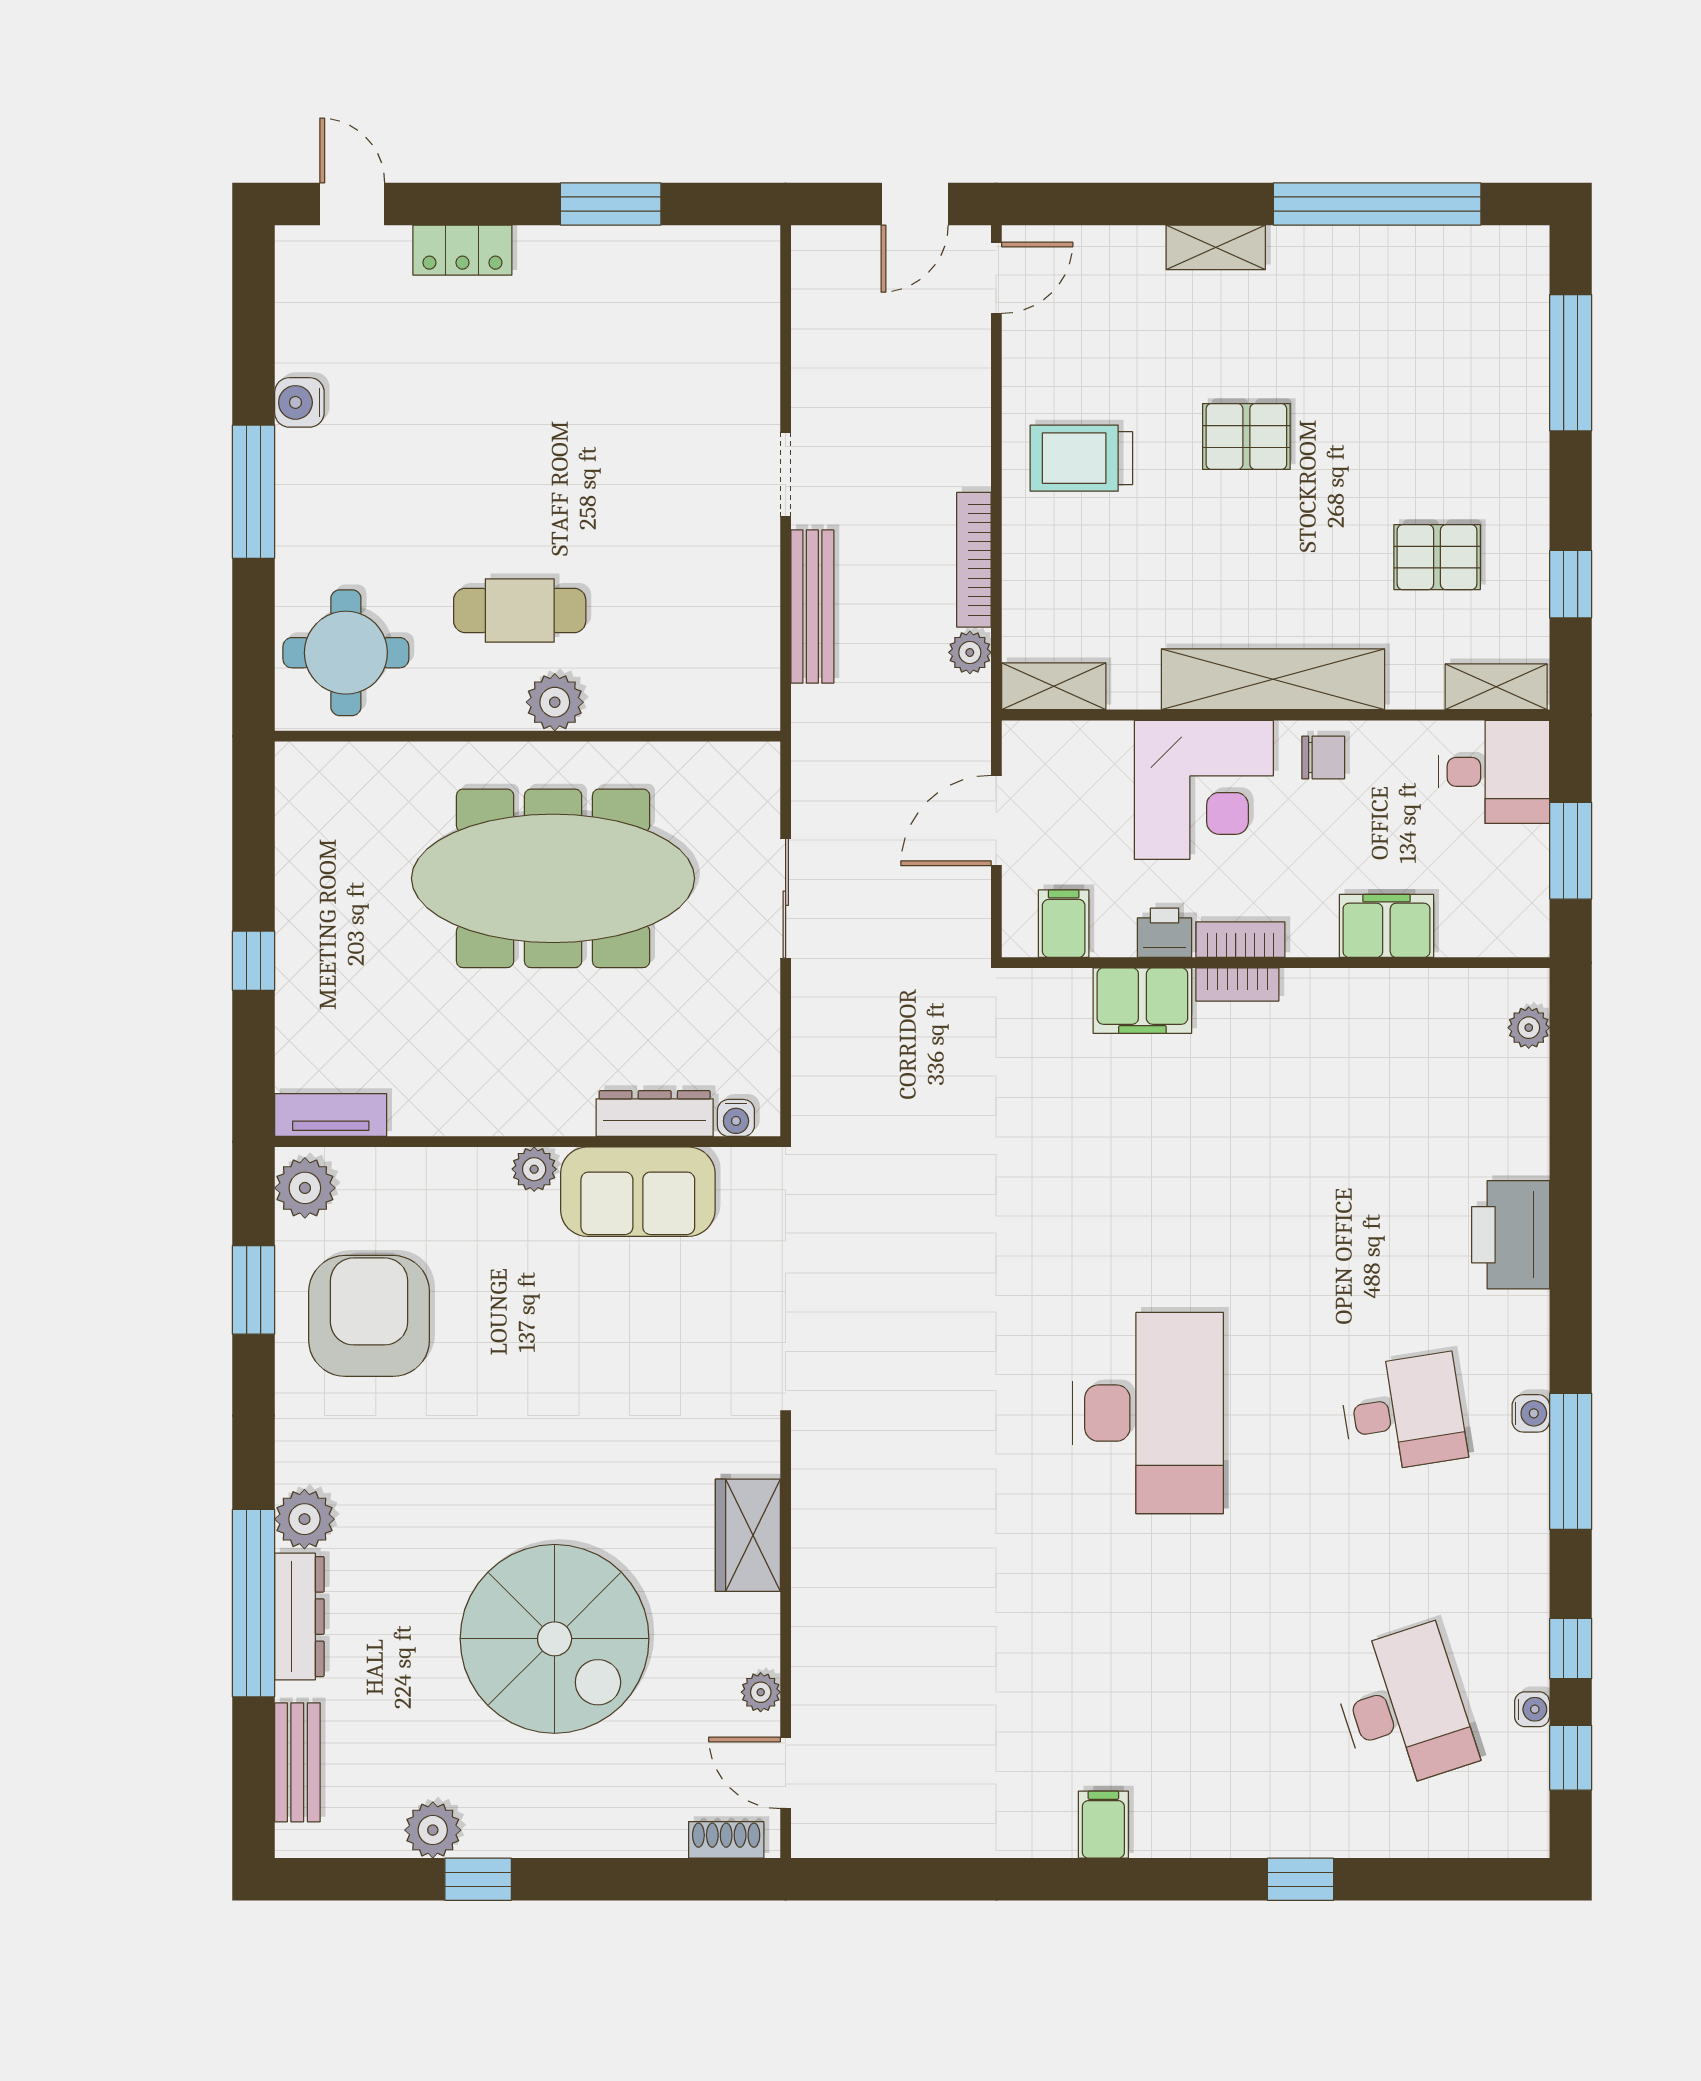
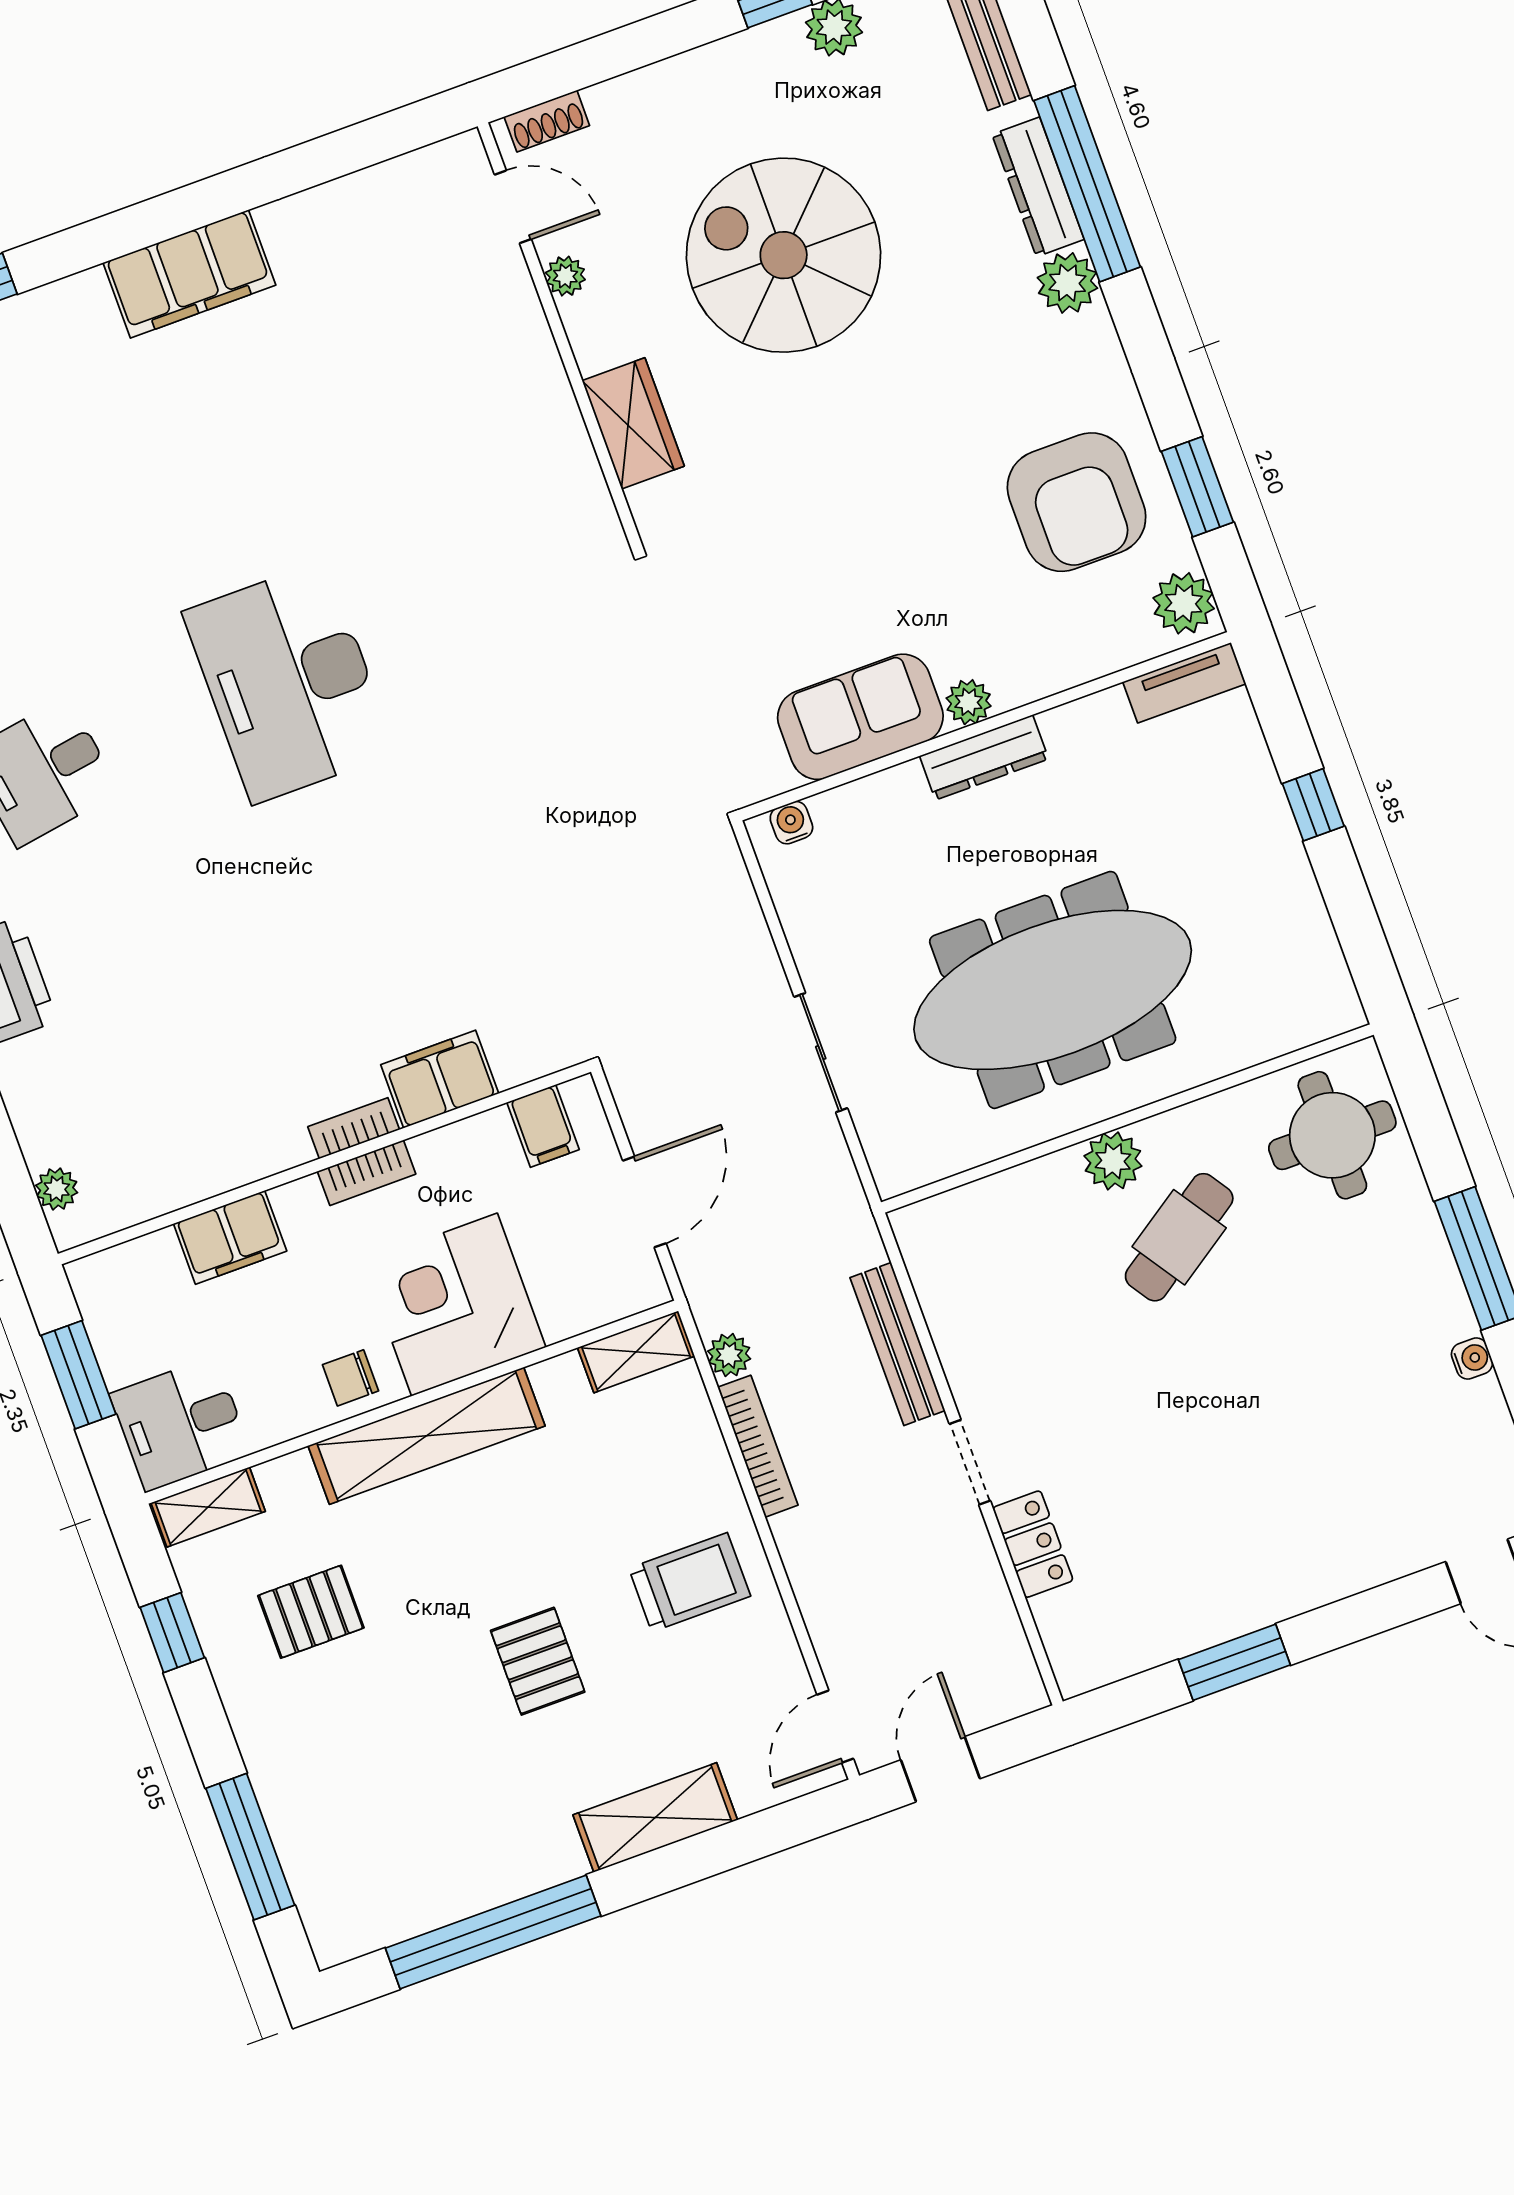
shelving: (1216, 247) -> (655, 1817), width x1.50, depth x1.33
locker: (462, 250) -> (1033, 1544), moved, turned 90
water cooler: (299, 402) -> (1472, 1359), width x0.72, depth x0.72
pallet: (1246, 437) -> (538, 1661), turned 90
cafe table: (520, 610) -> (1179, 1237), turned -34
printer: (1165, 933) -> (442, 1153), removed
dresser: (655, 1114) -> (984, 757), moved
filing cabinet: (1103, 1825) -> (189, 274), width x3.00, depth x1.17

